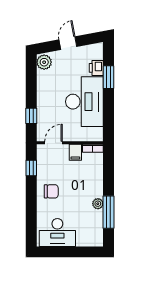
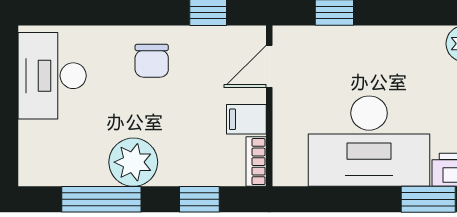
door: (54, 143) -> (269, 66), swing flipped
window: (108, 172) -> (199, 199), added
plant: (98, 204) -> (133, 162), width x1.88, depth x1.88

